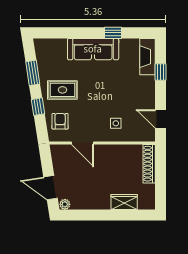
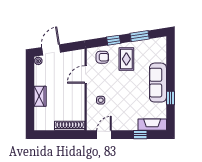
wardrobe: (124, 202) -> (40, 96), moved

